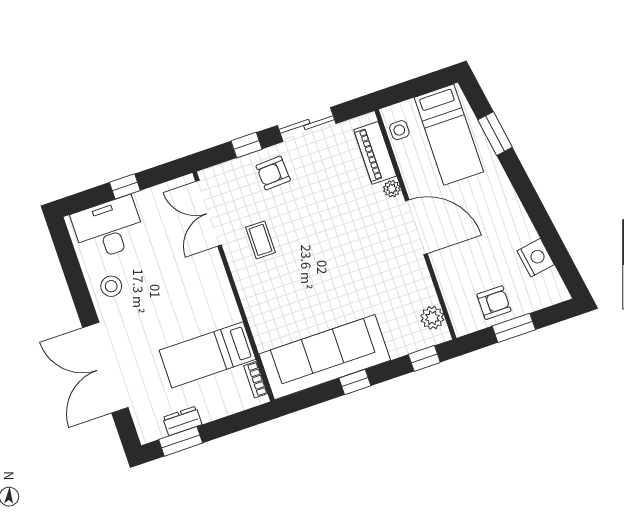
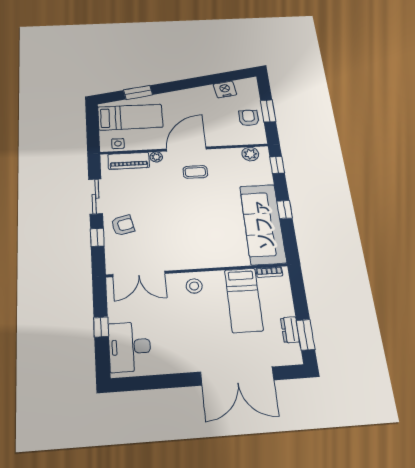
armchair: (273, 173) -> (123, 225), turned -100
coffee table: (260, 240) -> (195, 172), moved
stool: (111, 286) -> (194, 286), moved

